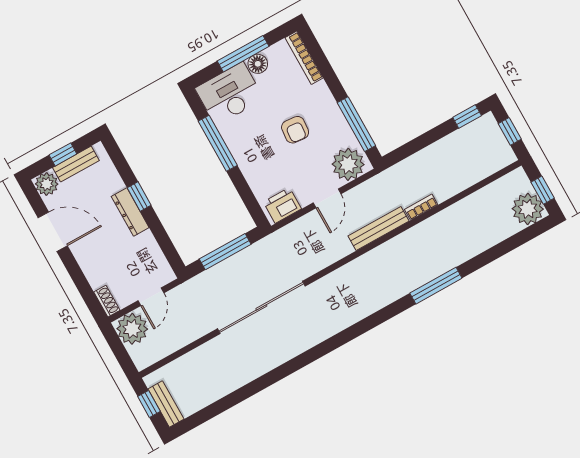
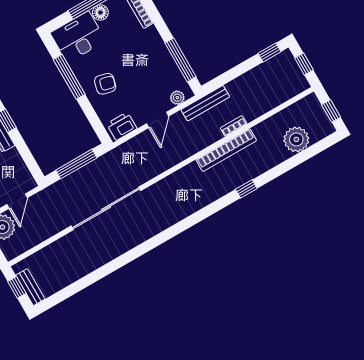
armchair: (295, 130) -> (105, 84), moved, turned -81
plant: (348, 164) -> (177, 98), width x0.53, depth x0.53
plant: (528, 209) -> (296, 139), moved
bench: (378, 228) -> (205, 103), moved
bookcase: (412, 237) -> (226, 150), added
window: (436, 286) -> (246, 189), width x0.46

